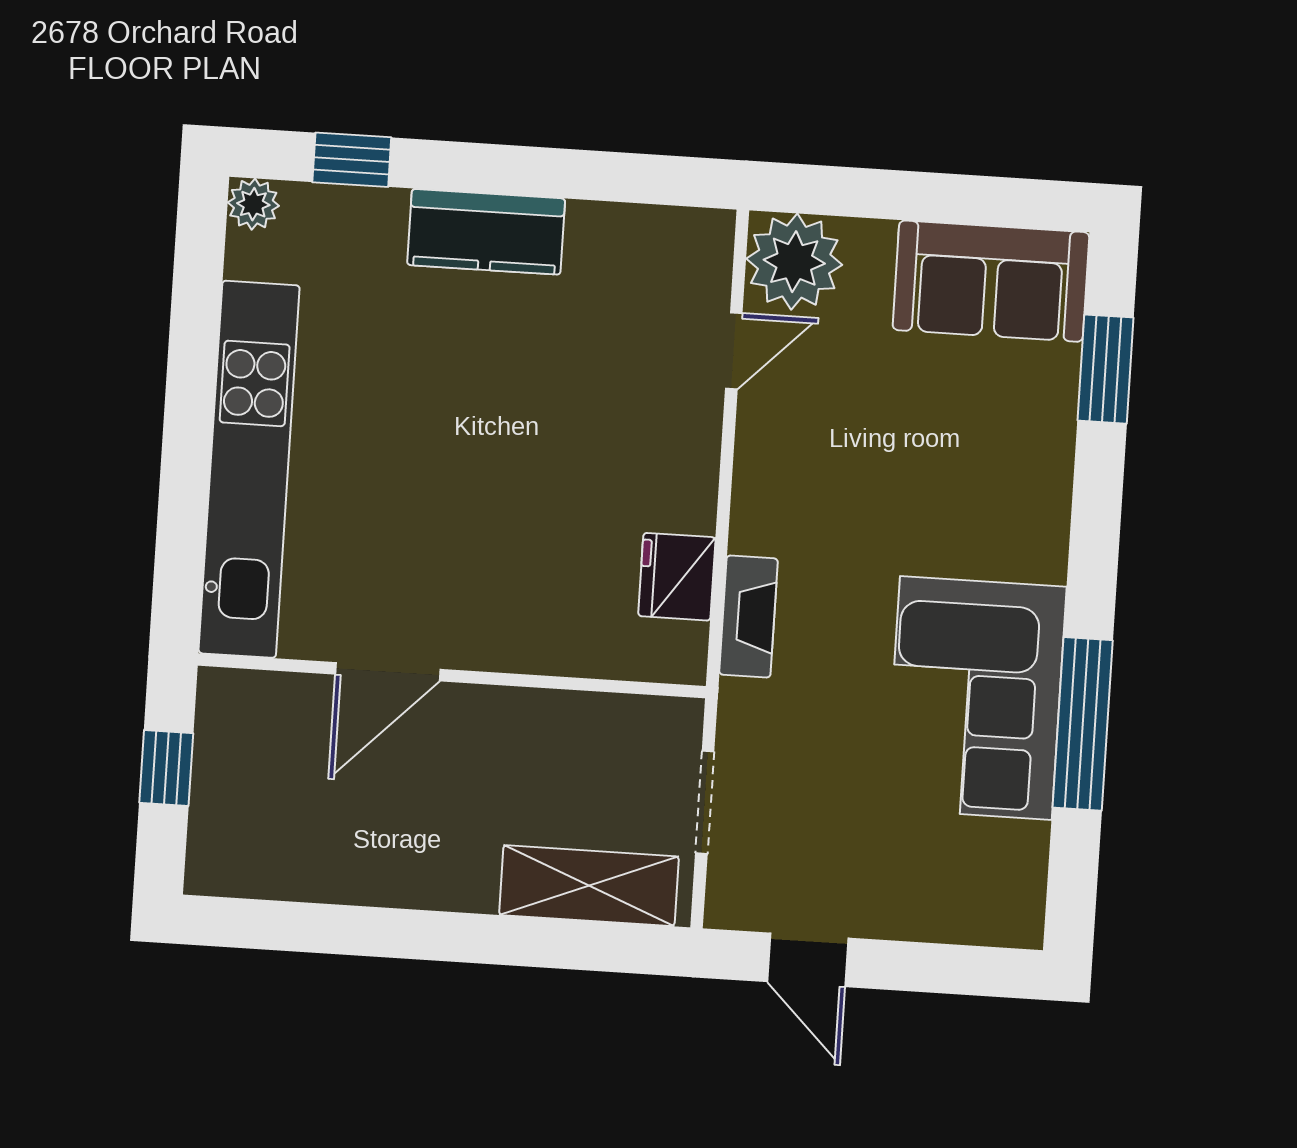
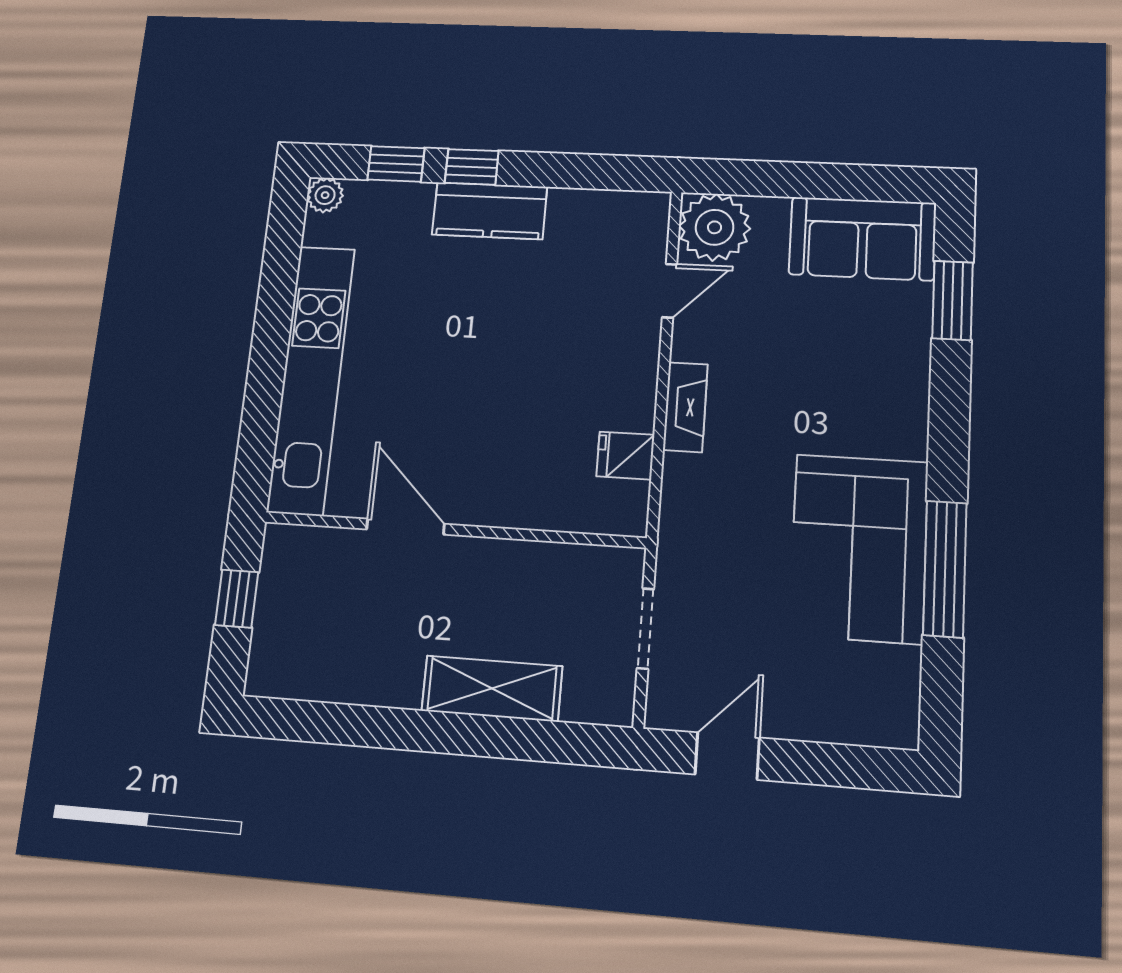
window: (459, 167) -> (472, 167), added
fridge: (677, 577) -> (625, 456), width x0.72
fireplace: (748, 617) -> (685, 407), moved
door: (388, 672) -> (405, 527), swing flipped
shelving: (589, 886) -> (492, 688), moved
door: (808, 960) -> (727, 756), swing flipped

